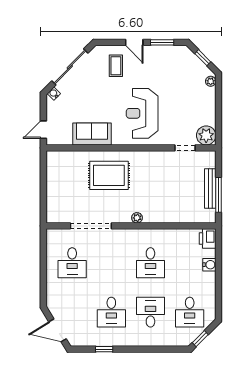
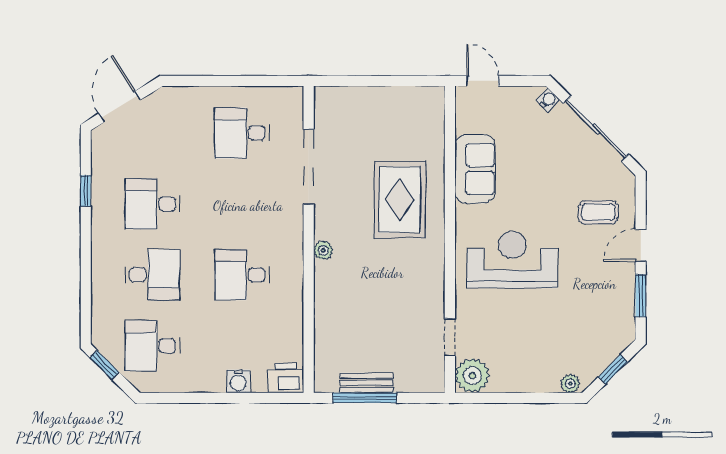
bench: (210, 189) -> (367, 383), width x0.73

